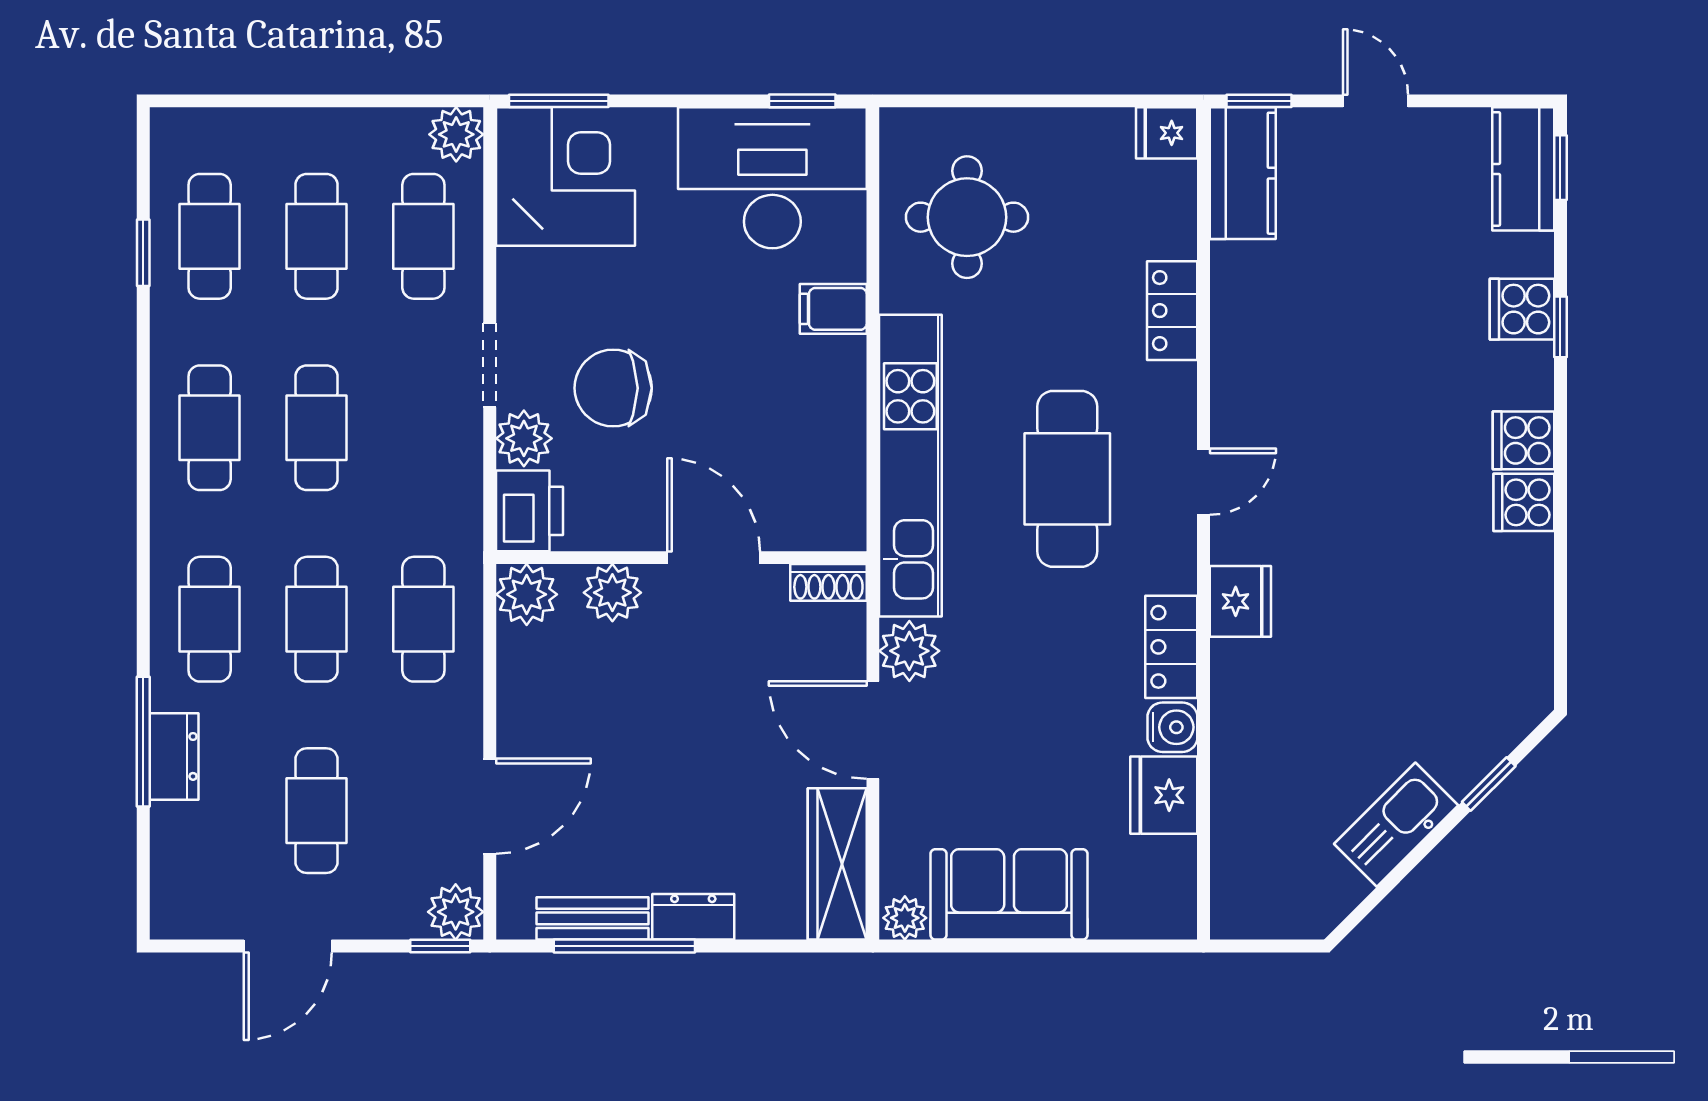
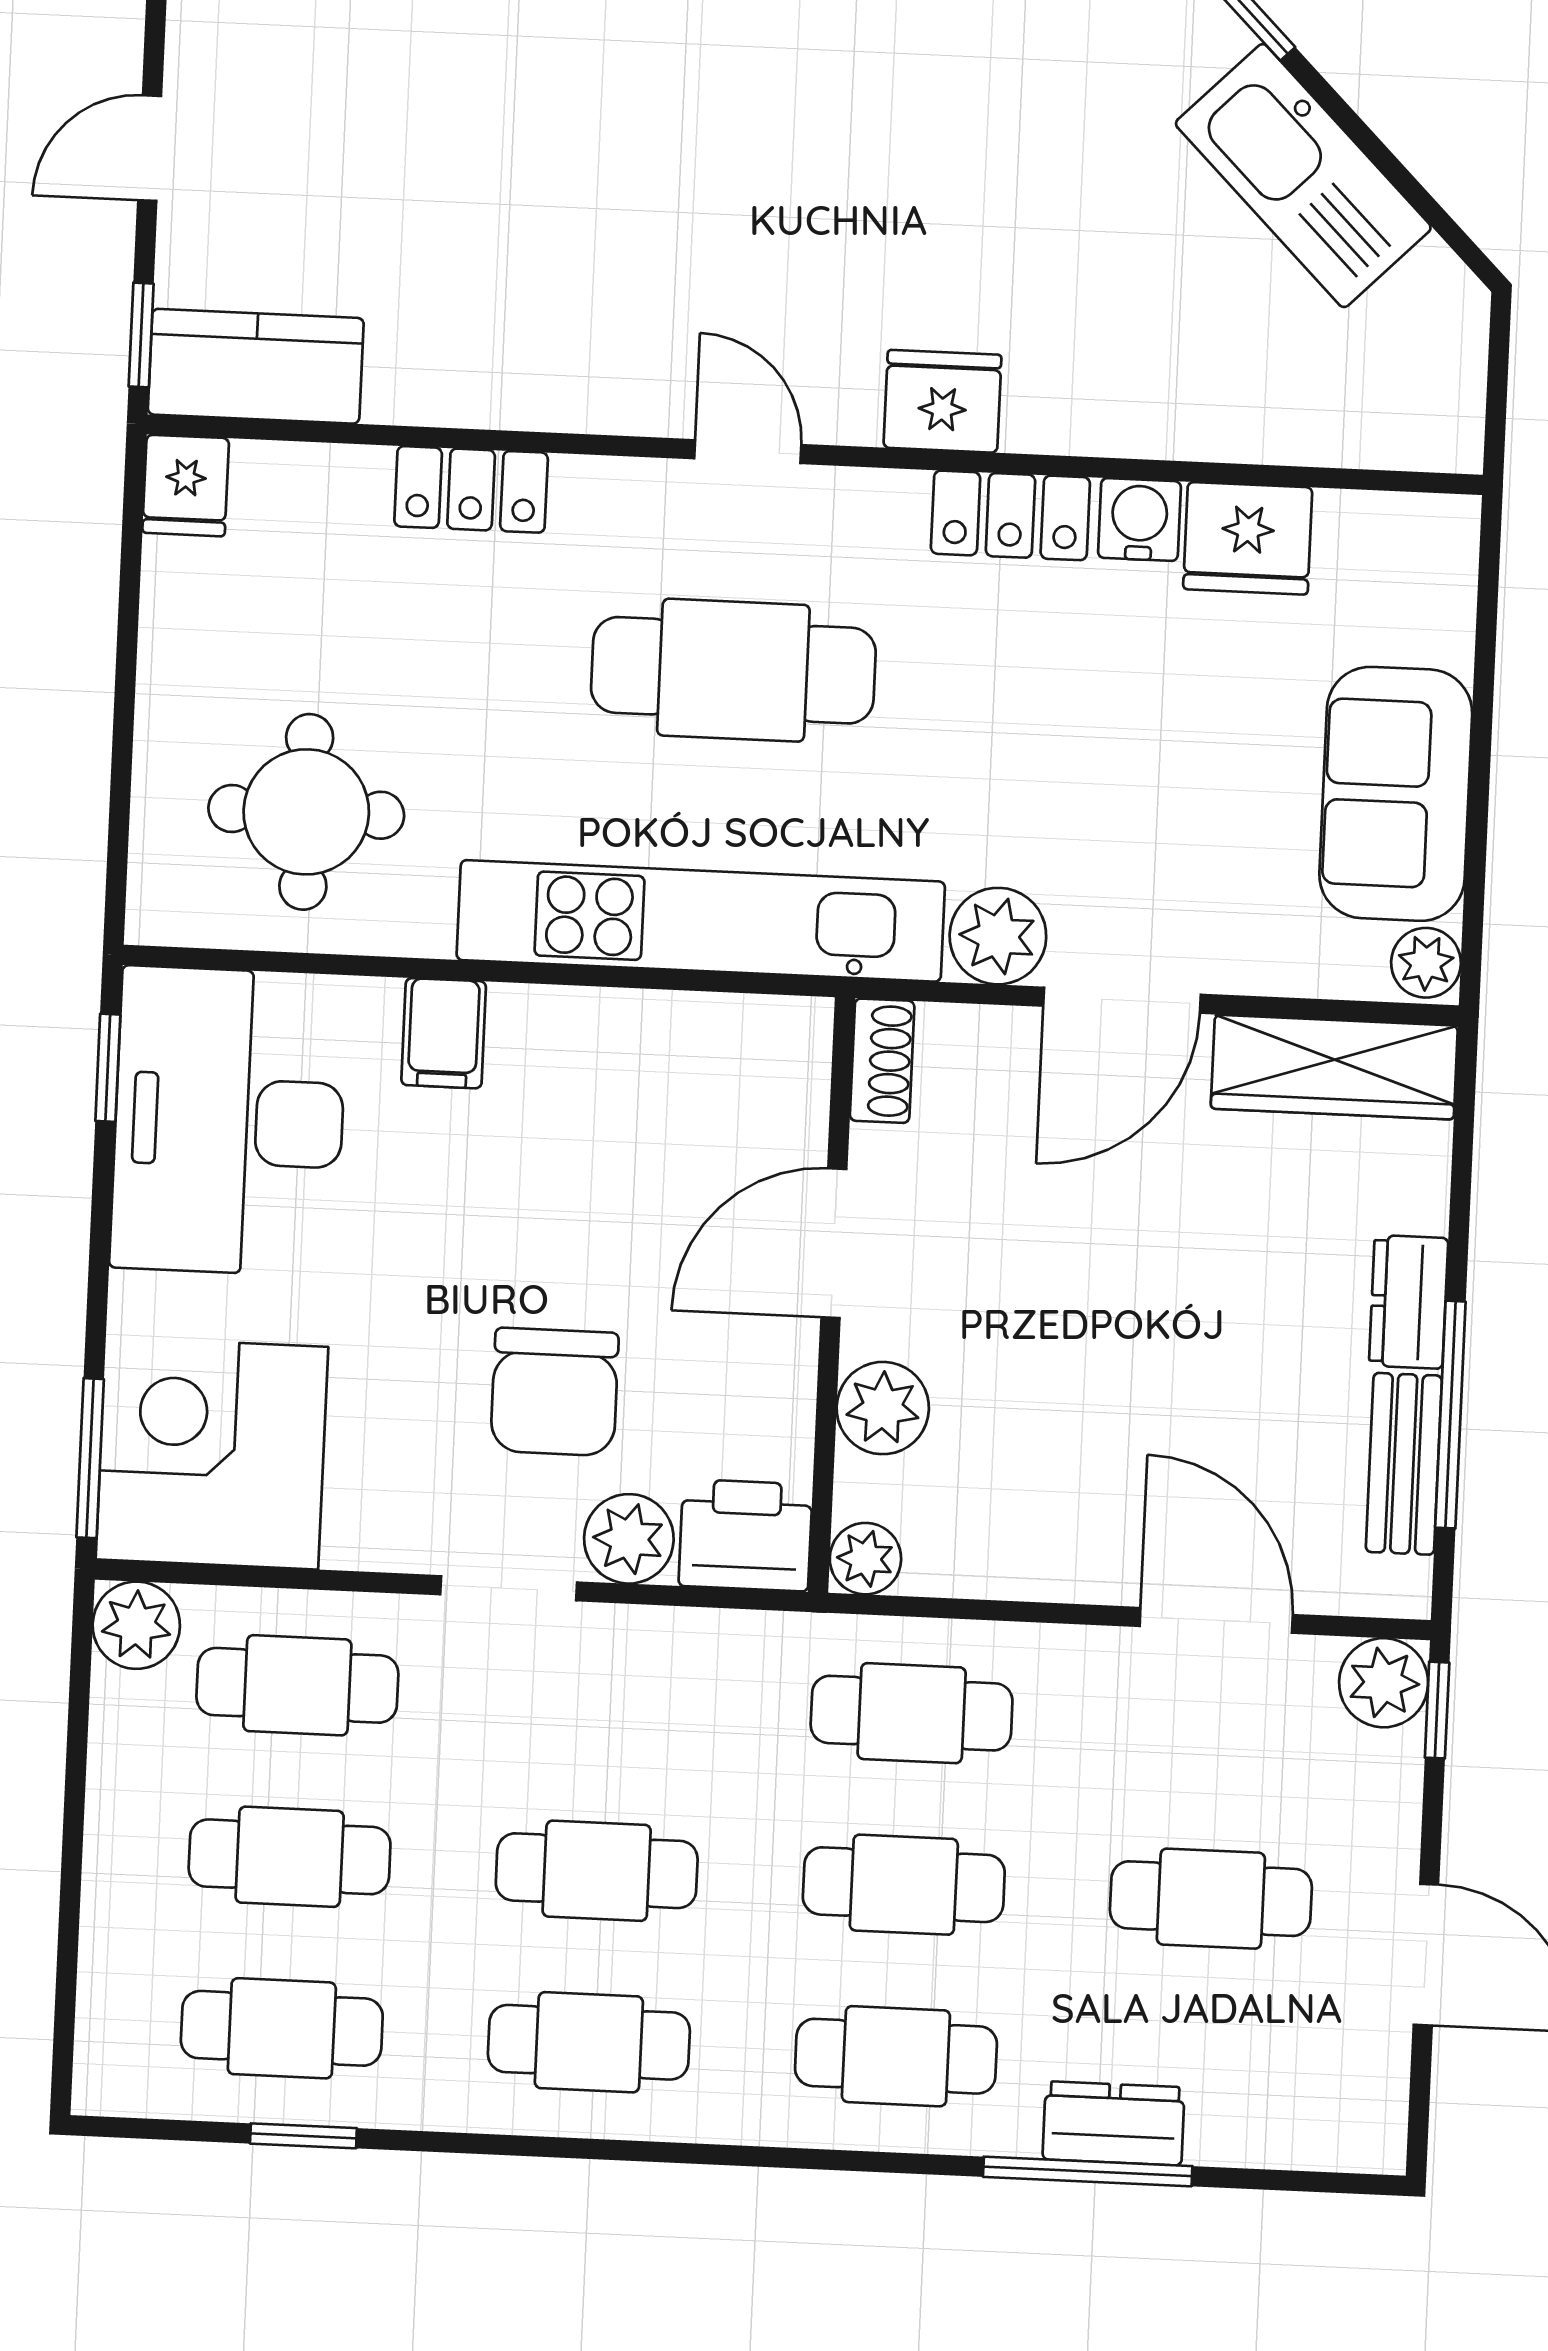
plant: (527, 594) -> (865, 1559), width x0.73, depth x0.73
kitchen sink: (1396, 825) -> (1303, 176), width x1.36, depth x1.24

